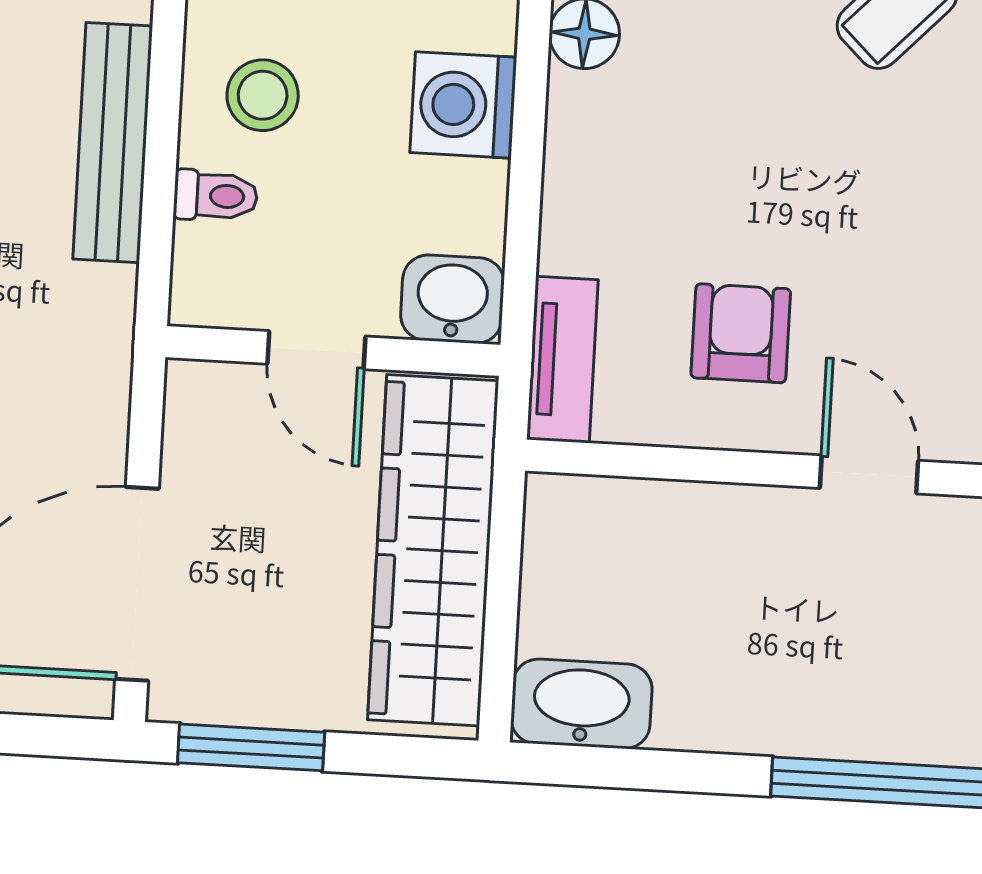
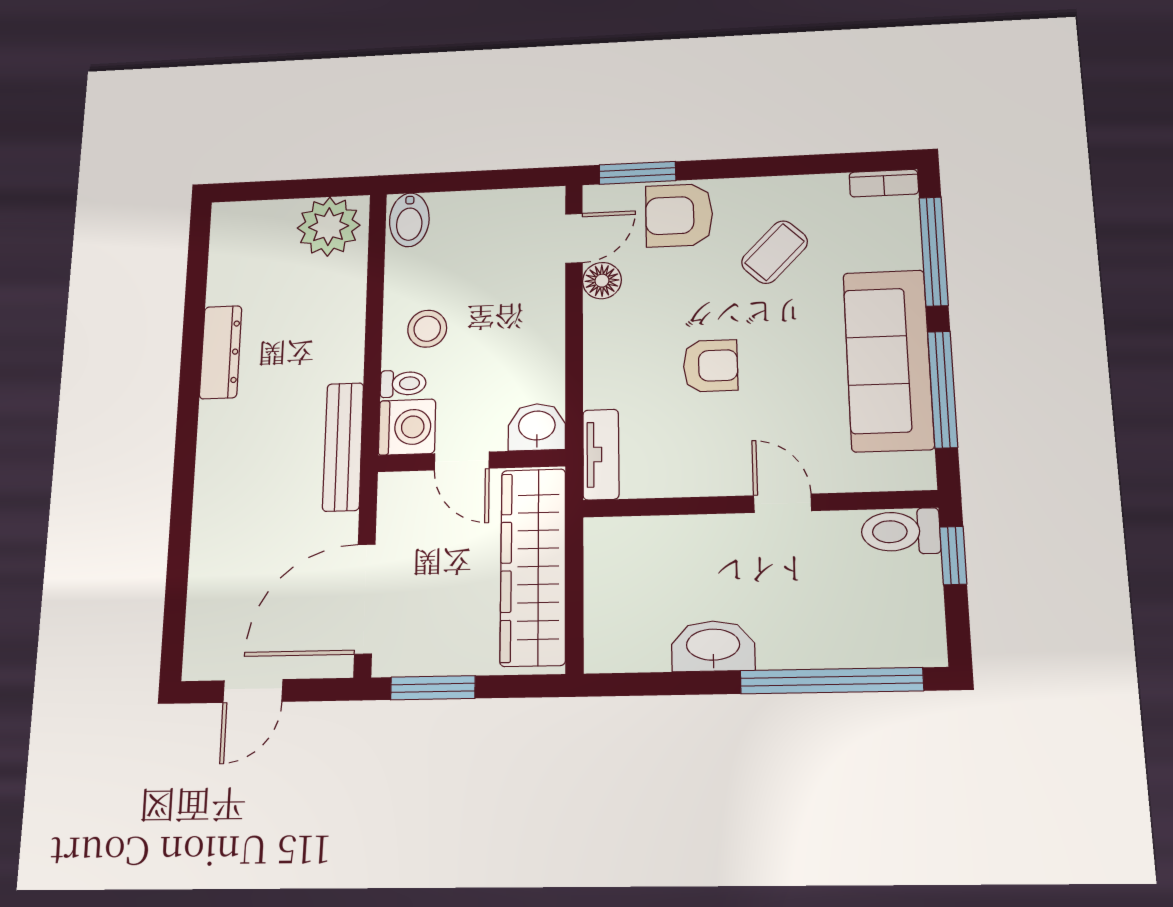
washing machine: (463, 105) -> (407, 427), moved, turned 180
bench: (113, 143) -> (343, 447), moved
armchair: (741, 333) -> (711, 366), moved, turned 90
washbasin: (581, 704) -> (713, 646), moved

